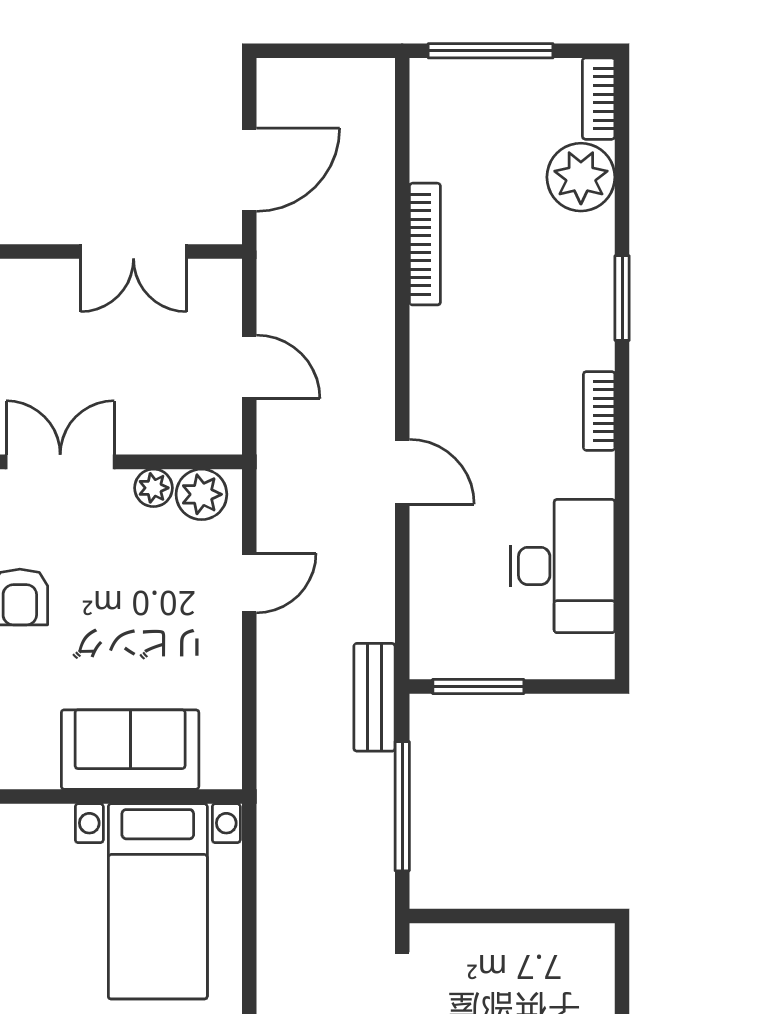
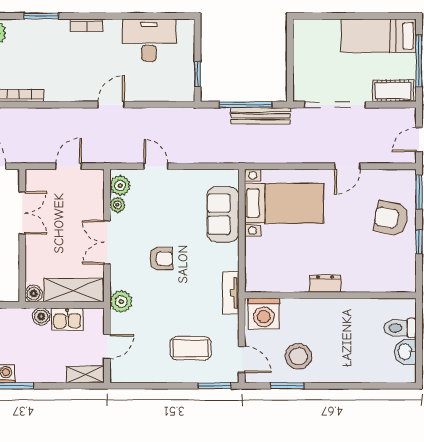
window: (478, 687) -> (198, 74), width x0.67
bench: (374, 697) -> (260, 116), moved, width x1.36

